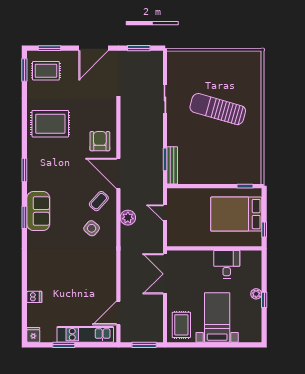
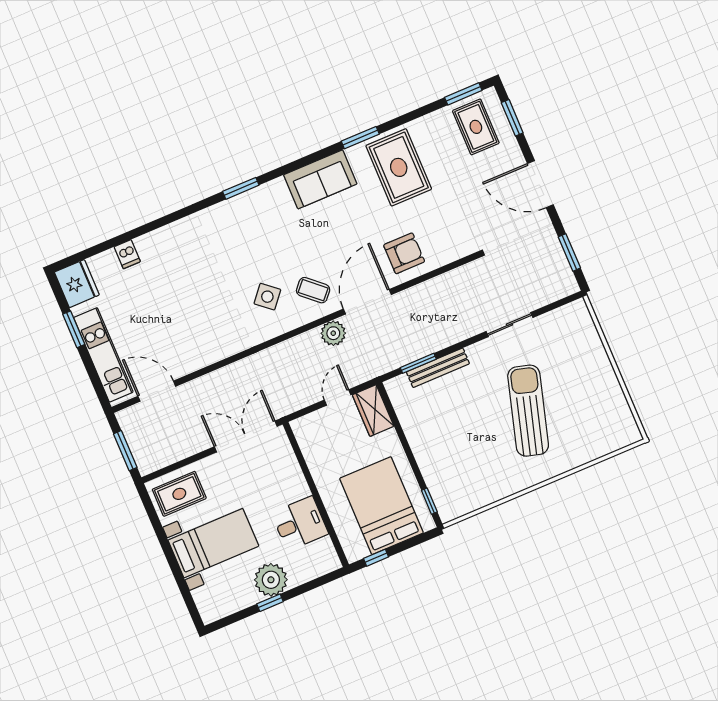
bench: (172, 165) -> (438, 368), moved
window: (24, 170) -> (360, 138), moved
wardrobe: (181, 196) -> (373, 411), added
sofa: (38, 211) -> (320, 179), moved
plant: (128, 218) -> (333, 333), moved
plant: (256, 294) -> (271, 580), width x1.88, depth x1.88
fridge: (33, 335) -> (77, 284), width x1.88, depth x1.34

